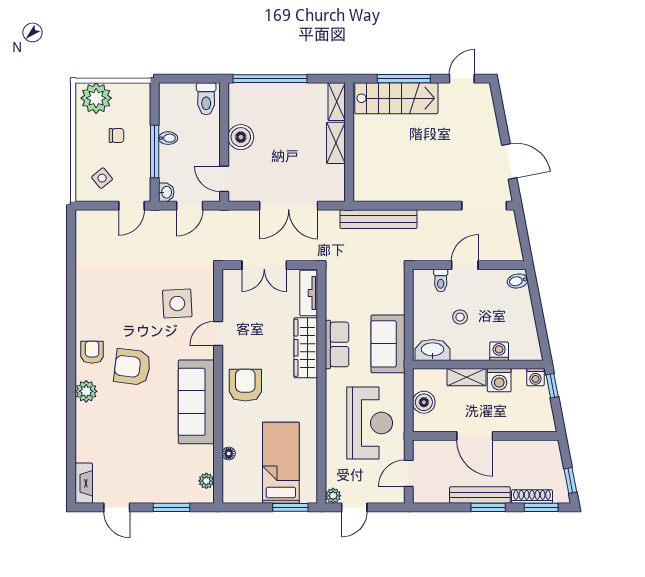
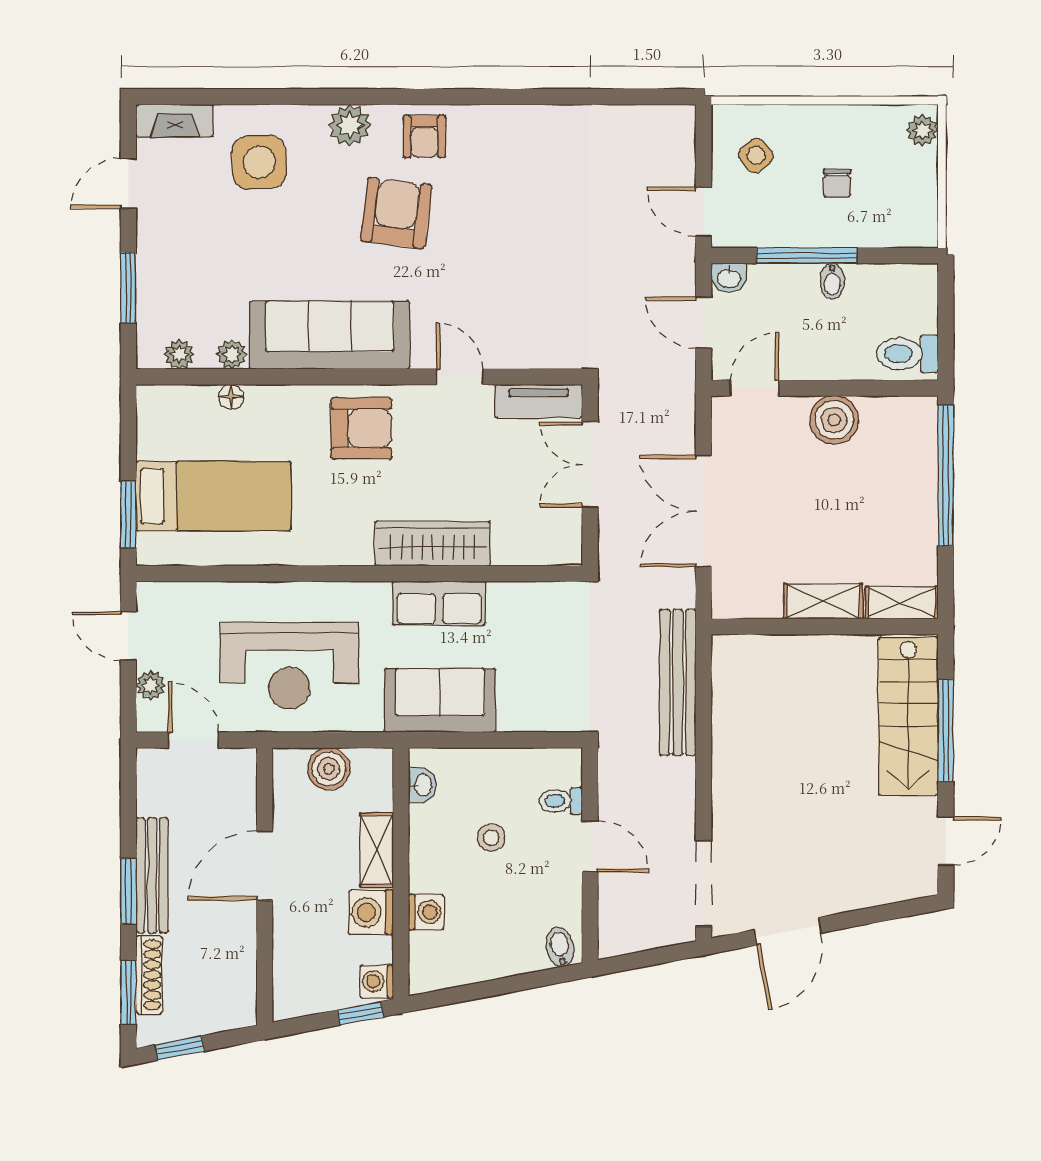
door: (462, 79) -> (946, 841), hinge flipped
plant: (96, 98) -> (922, 130), width x0.53, depth x0.53
tv unit: (309, 293) -> (539, 401), moved, turned 180
side table: (177, 304) -> (259, 162), moved
washbasin: (432, 350) -> (422, 785), width x0.52, depth x0.69
armchair: (92, 352) -> (424, 136), turned 90
plant: (206, 453) -> (232, 354), added
plant: (333, 496) -> (151, 685), moved

